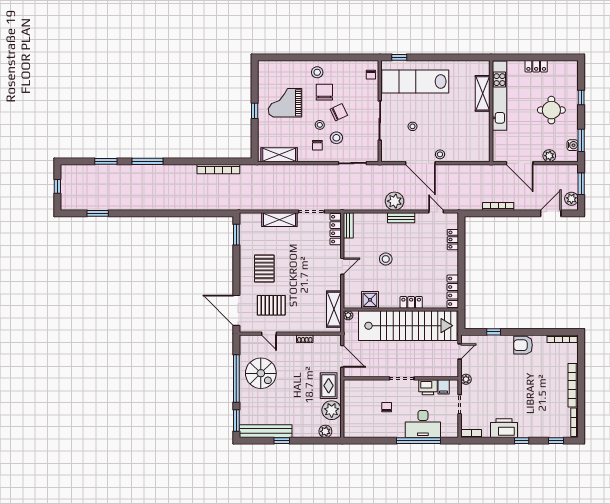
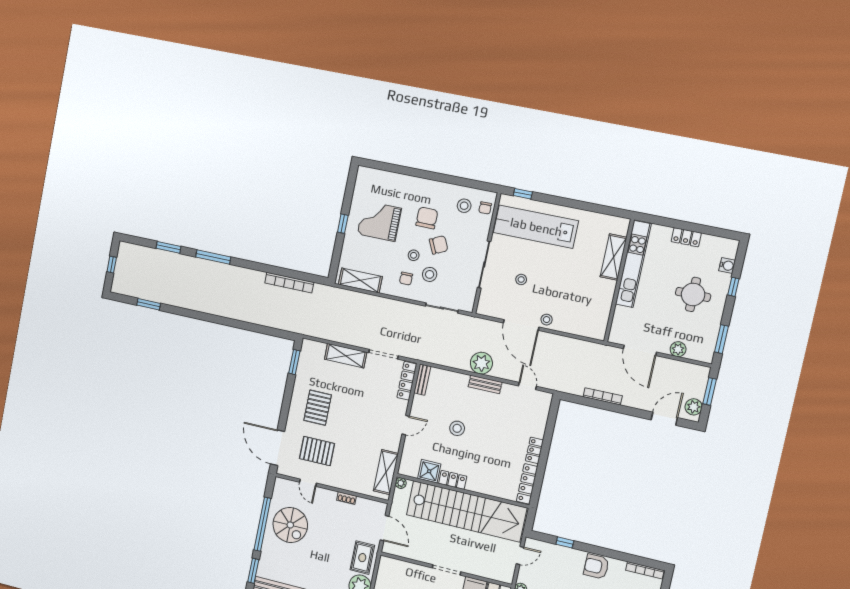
stool: (317, 72) -> (464, 206), moved
water cooler: (573, 145) -> (727, 265), moved
locker: (453, 240) -> (534, 450), moved
locker: (411, 302) -> (453, 480), moved

